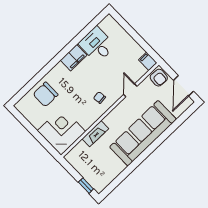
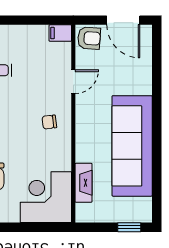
door: (130, 90) -> (73, 82), swing flipped
sofa: (143, 133) -> (132, 146), moved
fireplace: (95, 134) -> (84, 183), moved

